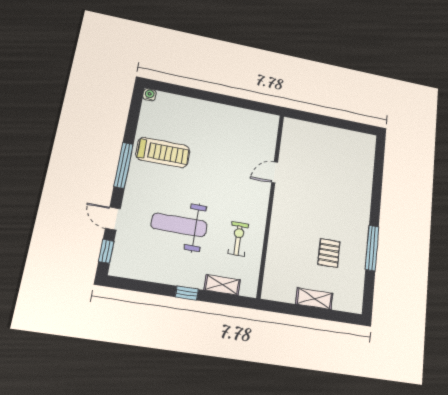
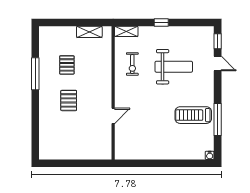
window: (124, 165) -> (218, 119), moved
pallet: (331, 204) -> (69, 100), added
shelving: (222, 285) -> (126, 31), moved
shelving: (314, 299) -> (89, 32), moved

